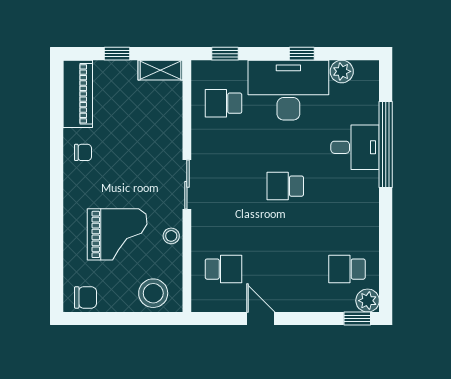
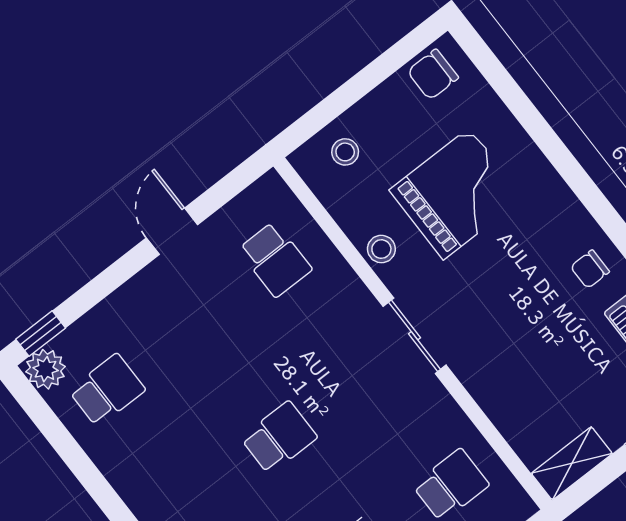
grand piano: (117, 234) -> (456, 194), turned 180
school desk: (223, 269) -> (275, 259), turned -90
stool: (153, 293) -> (345, 152), width x0.53, depth x0.53
door: (261, 319) -> (172, 231), swing flipped

